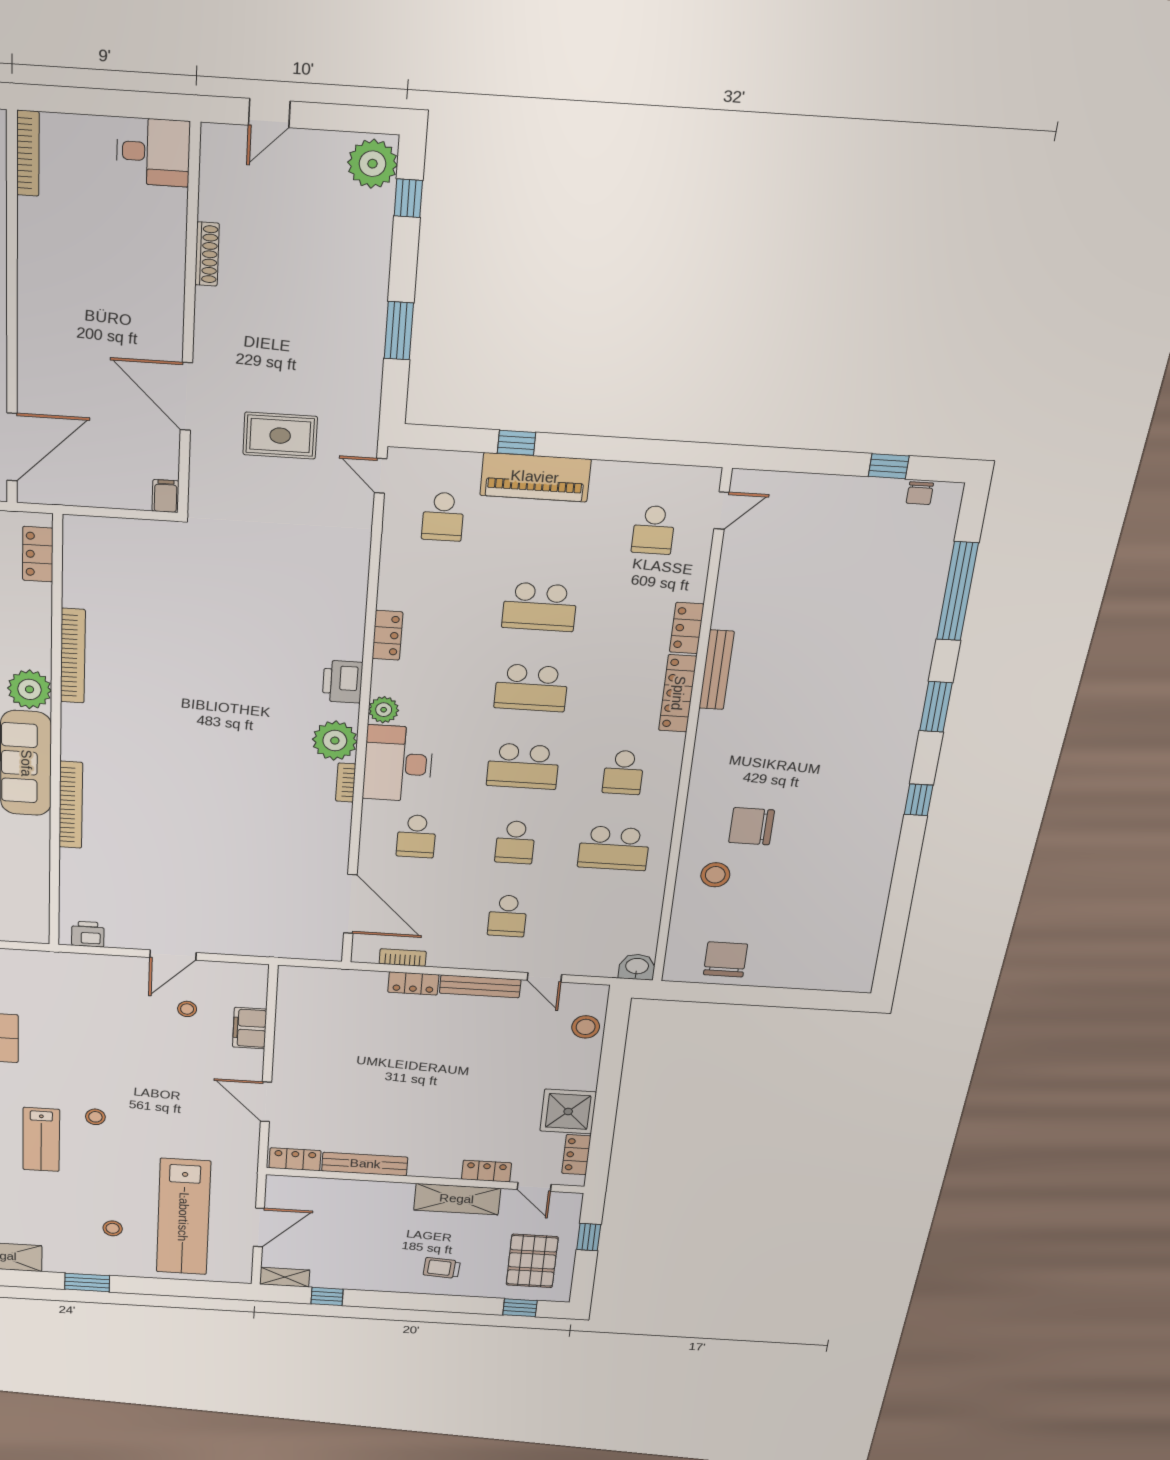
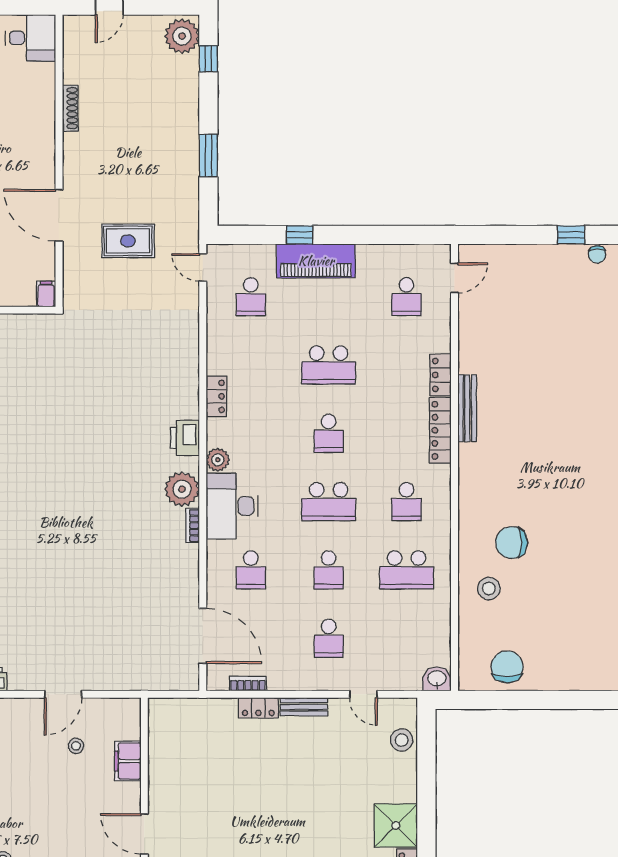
school desk: (531, 688) -> (329, 433), width x0.54
bench: (480, 986) -> (304, 707), width x0.73

